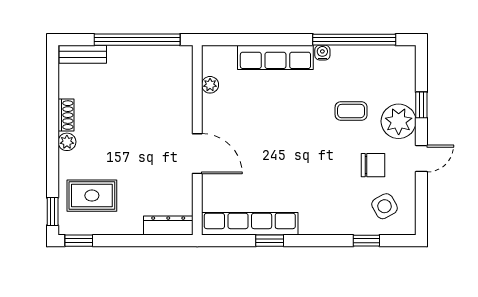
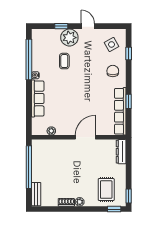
chair: (373, 165) -> (113, 71), moved

